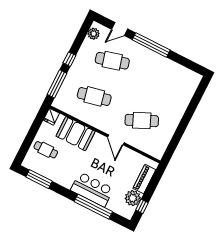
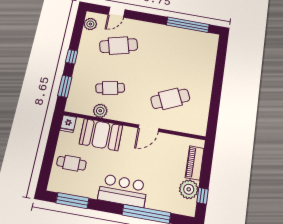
window: (151, 45) -> (188, 25), moved
window: (57, 84) -> (65, 86), width x0.69
cafe table: (94, 96) -> (110, 88), width x0.73, depth x0.74
plant: (81, 114) -> (100, 111), added
door: (116, 140) -> (149, 128), hinge flipped
bar counter: (92, 189) -> (123, 191), moved

